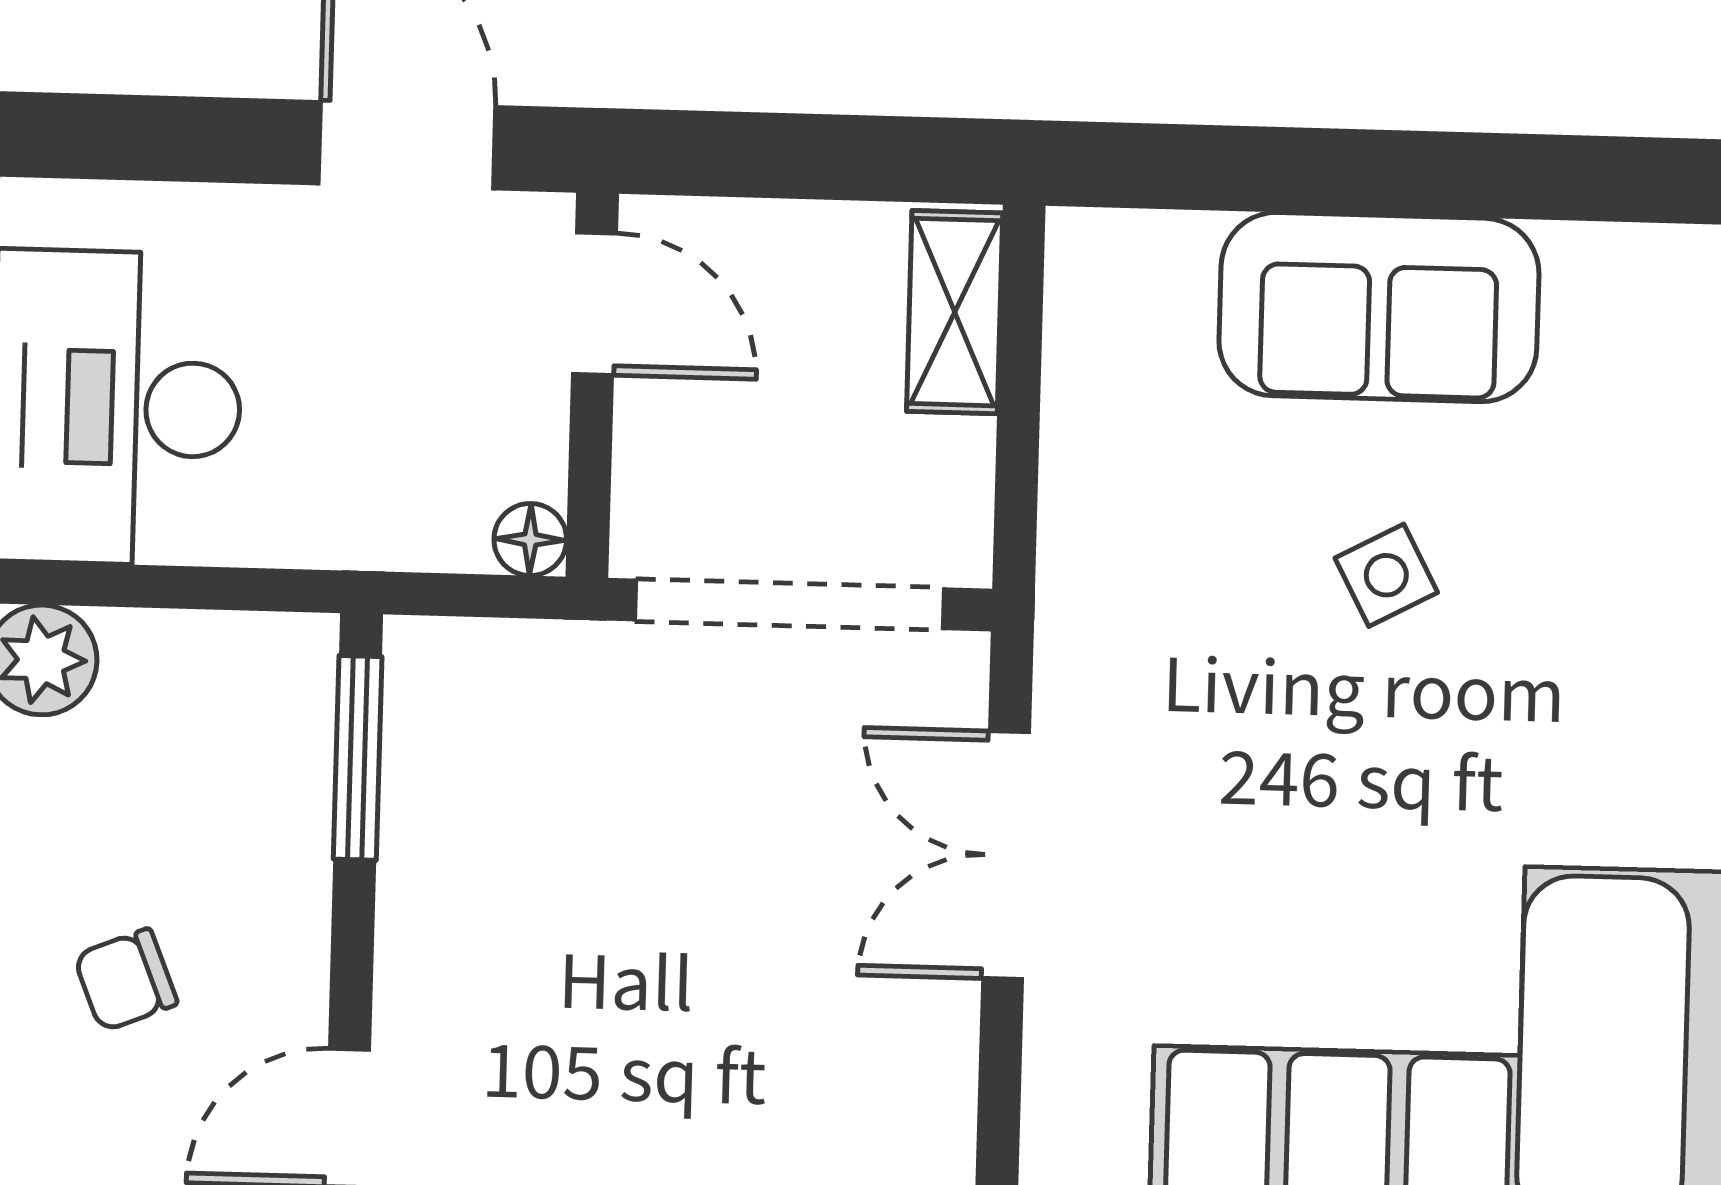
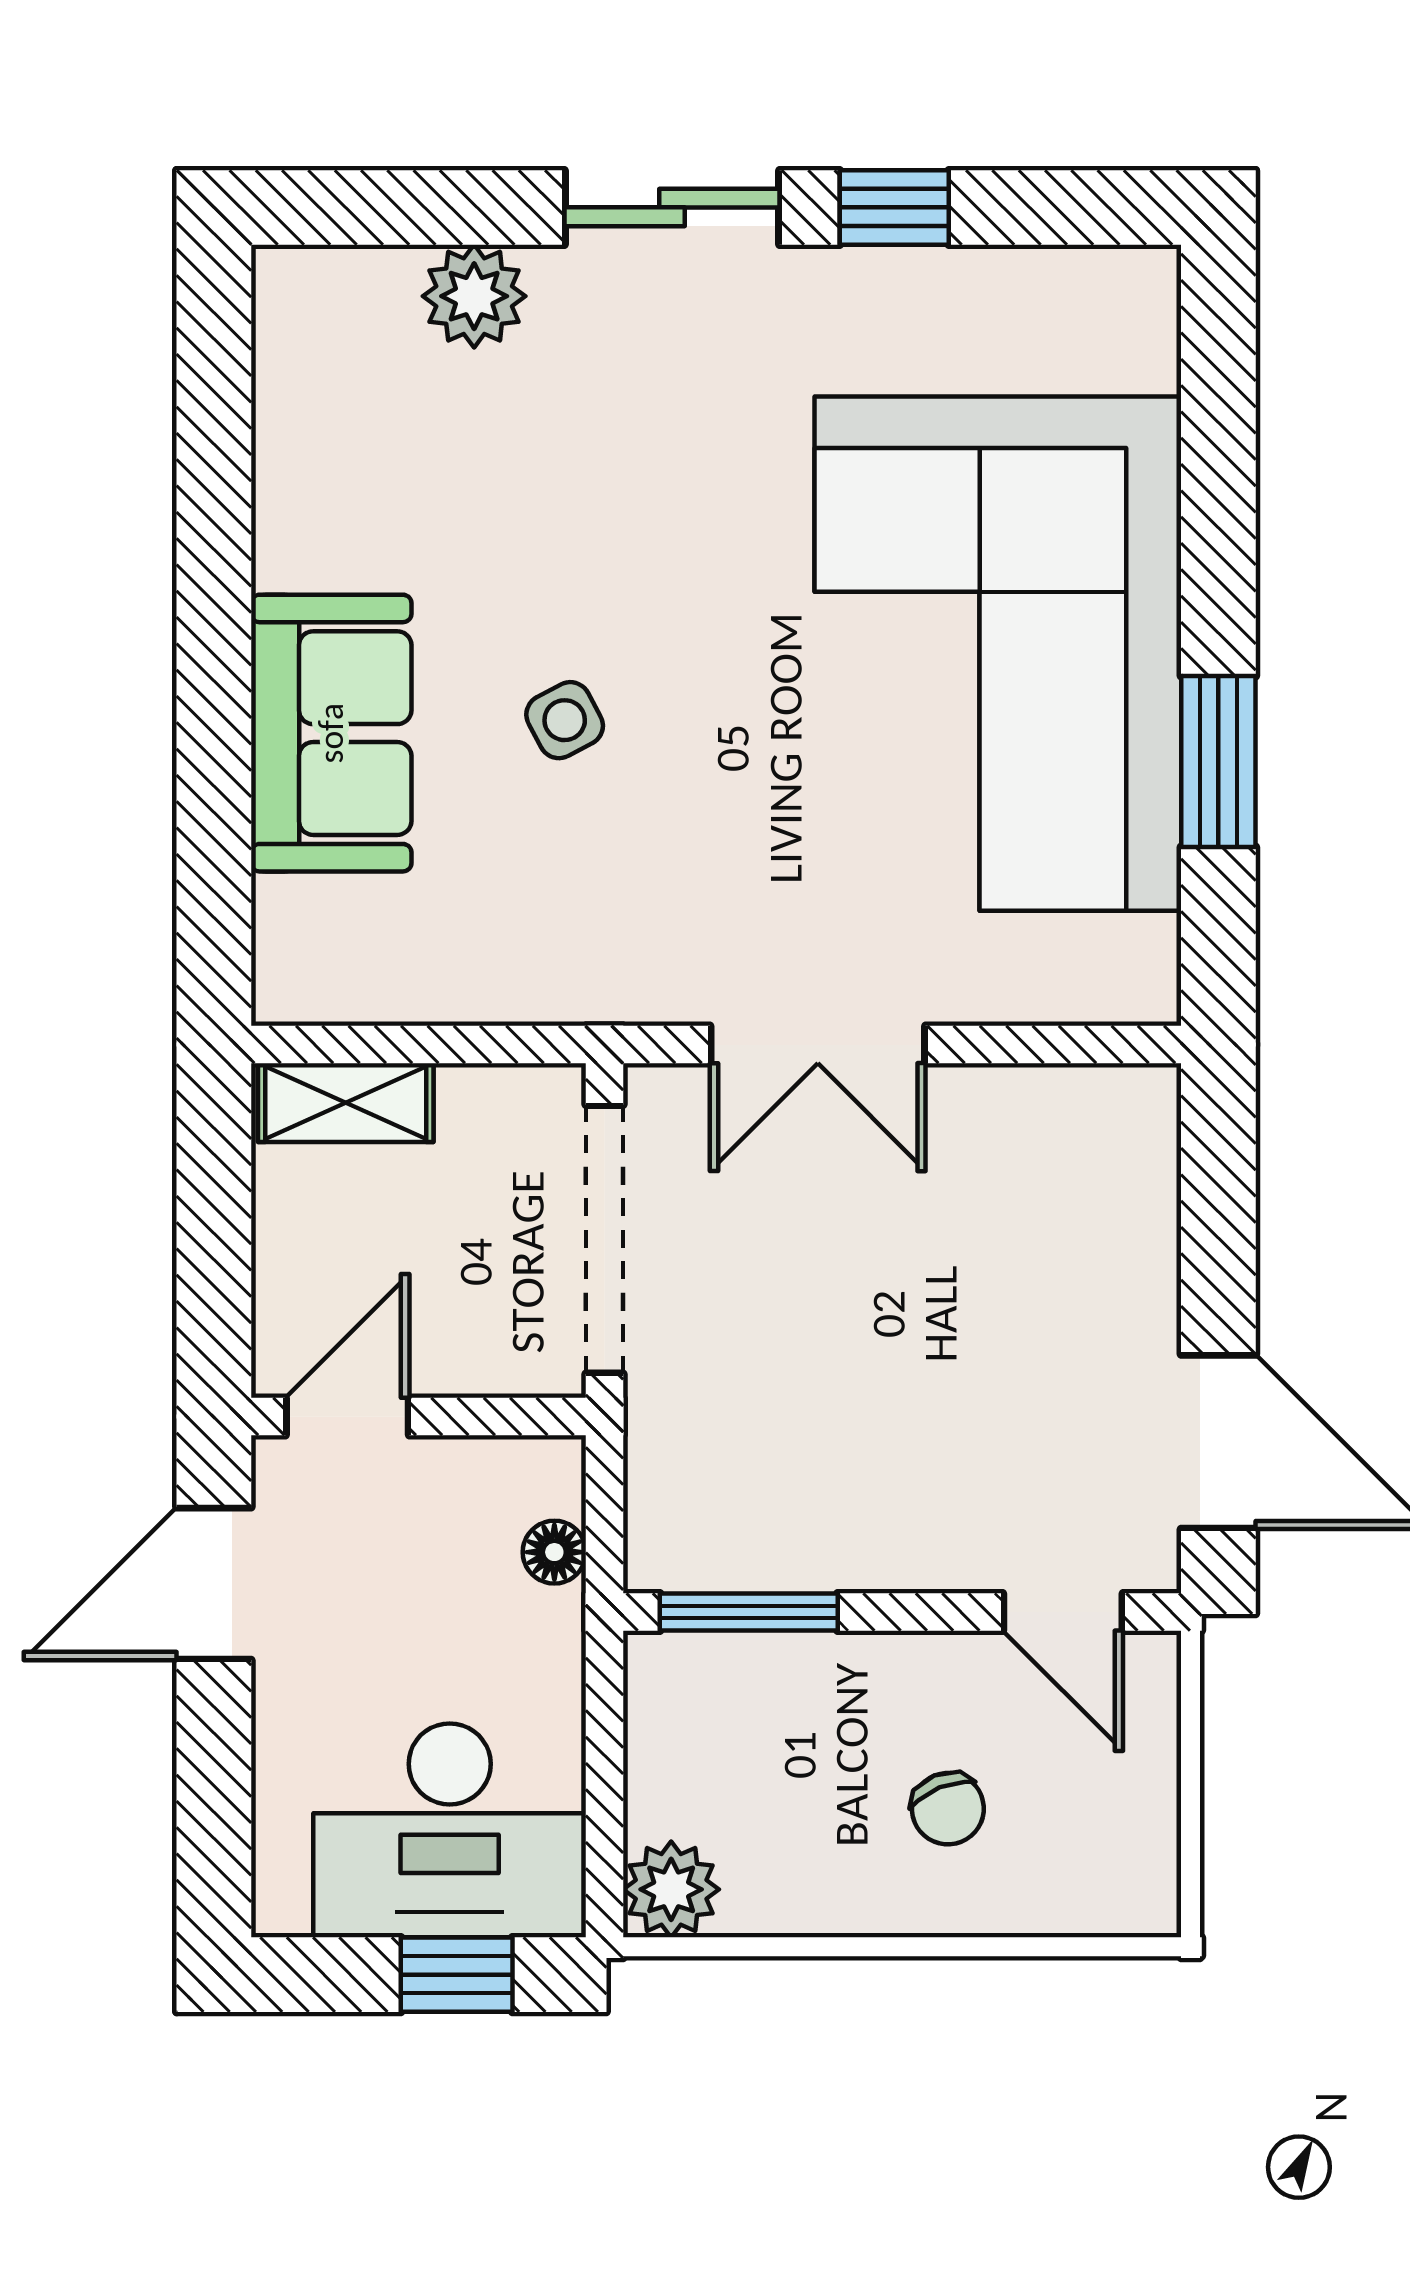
floor lamp: (530, 540) -> (554, 1552), moved

